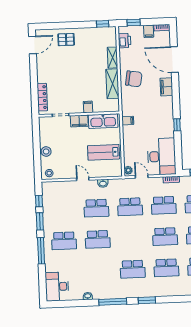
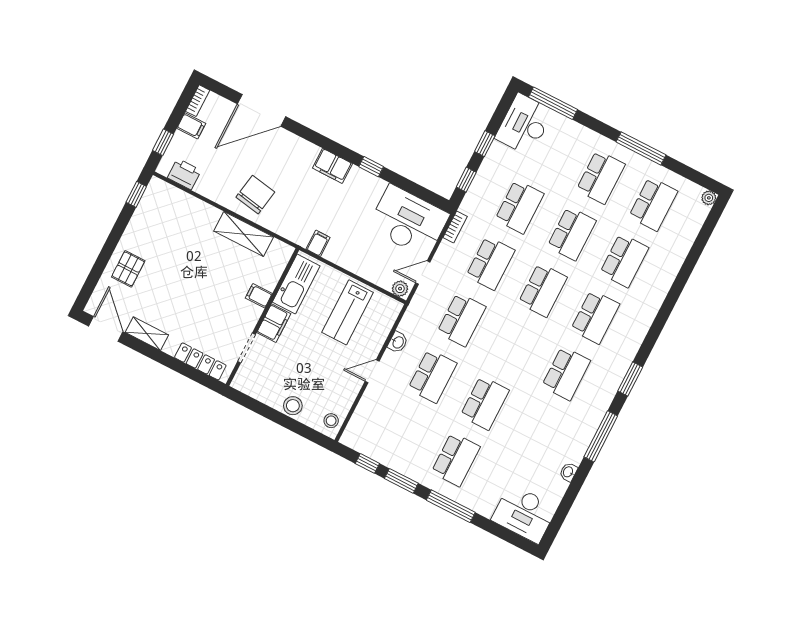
shelving: (113, 58) -> (147, 334), moved
filing cabinet: (166, 87) -> (332, 166), moved

